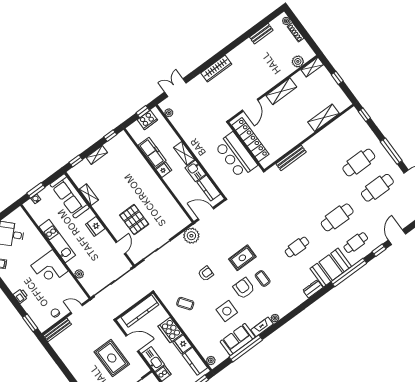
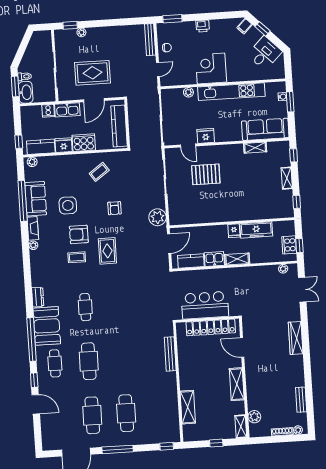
fridge: (95, 226) -> (206, 136), moved
kitchen unit: (57, 241) -> (231, 92), width x1.36
armchair: (244, 288) -> (79, 234), turned 180

